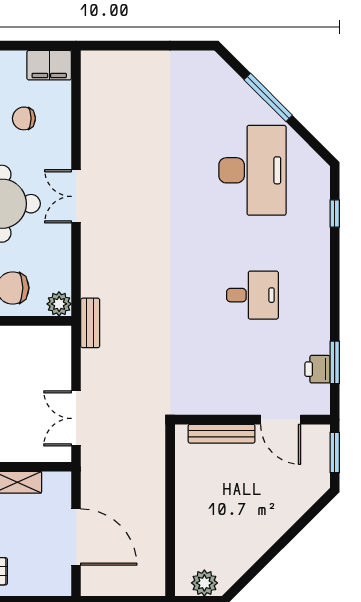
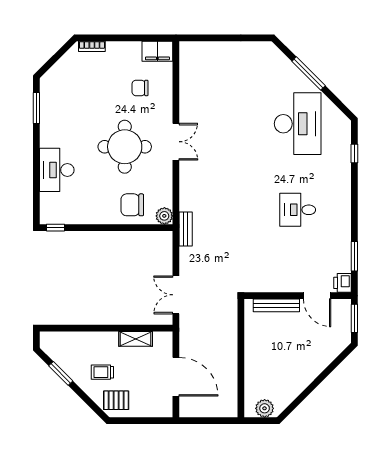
double door: (76, 196) -> (176, 142), swing flipped
desk: (252, 295) -> (298, 210), turned 180
printer: (317, 369) -> (343, 283), moved

